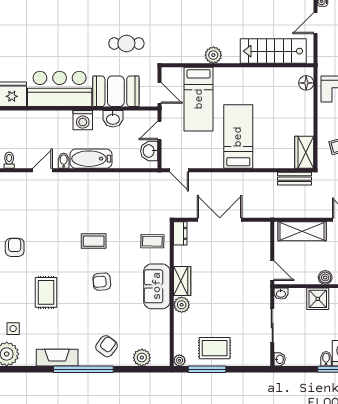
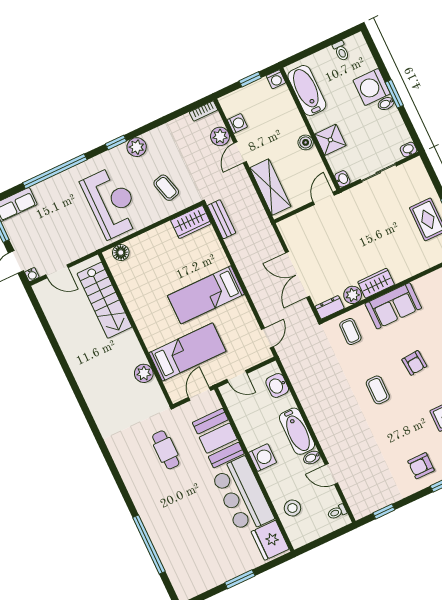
plant: (213, 55) -> (144, 373), moved
washbasin: (113, 119) -> (247, 428), removed
stool: (30, 125) -> (292, 508), added
washbasin: (149, 151) -> (277, 385), moved, turned 90
plant: (182, 305) -> (353, 295), moved

